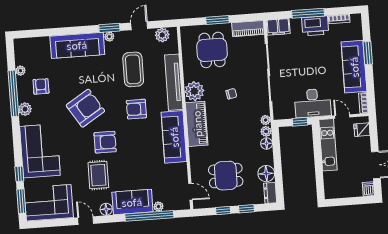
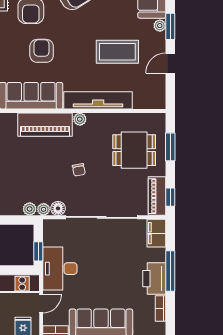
window: (248, 18) -> (170, 197), added
window: (217, 20) -> (170, 147), moved
door: (139, 26) -> (170, 63), swing flipped
plant: (162, 35) -> (157, 90), removed
plant: (194, 91) -> (80, 119), width x0.53, depth x0.53
armchair: (136, 109) -> (42, 51), moved
floor lamp: (267, 144) -> (58, 208), moved

